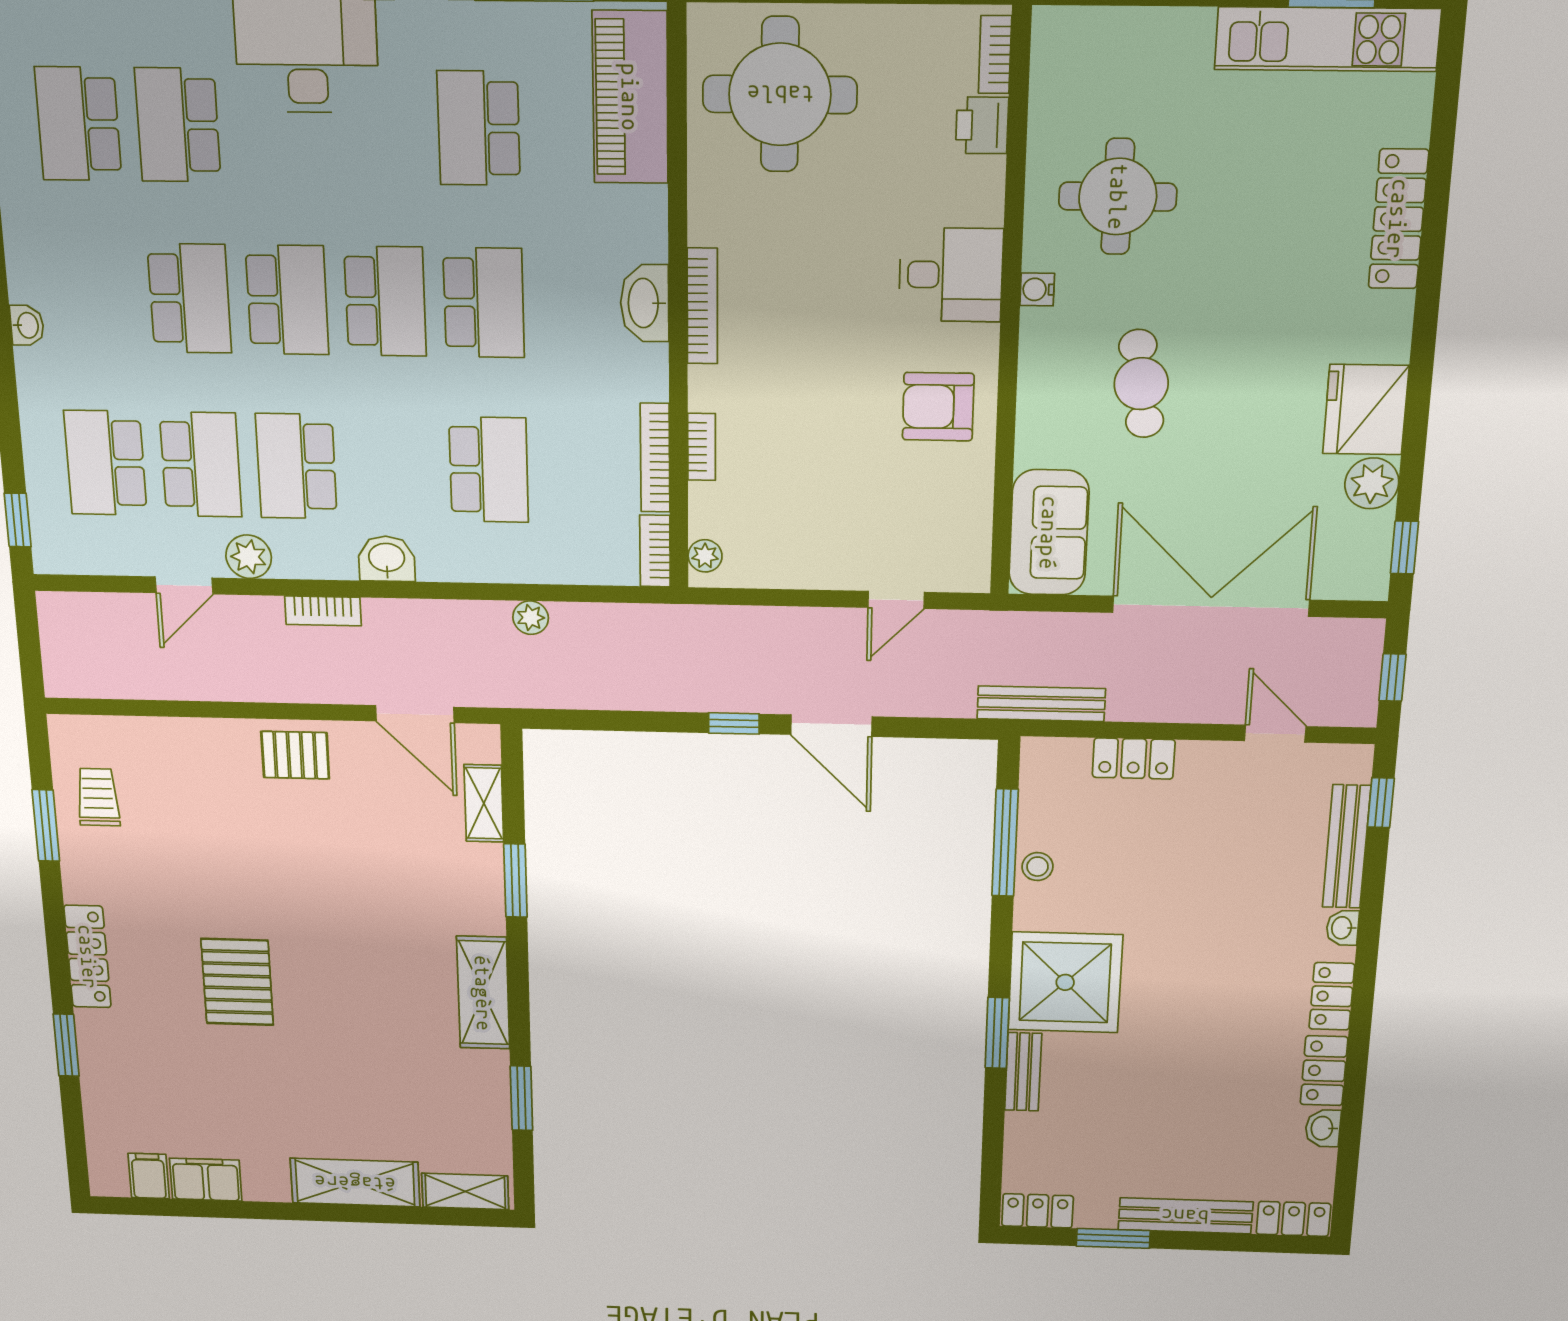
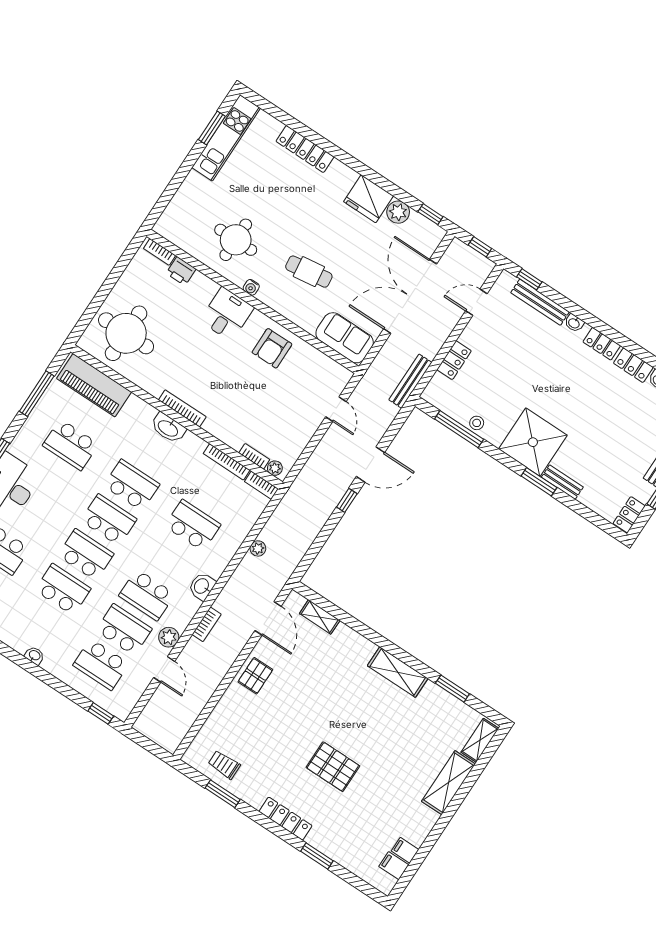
bookcase: (702, 447) -> (254, 456), moved
door: (415, 714) -> (268, 618), hinge flipped
window: (515, 881) -> (359, 627), removed
filing cabinet: (206, 1180) -> (405, 850), width x0.50

